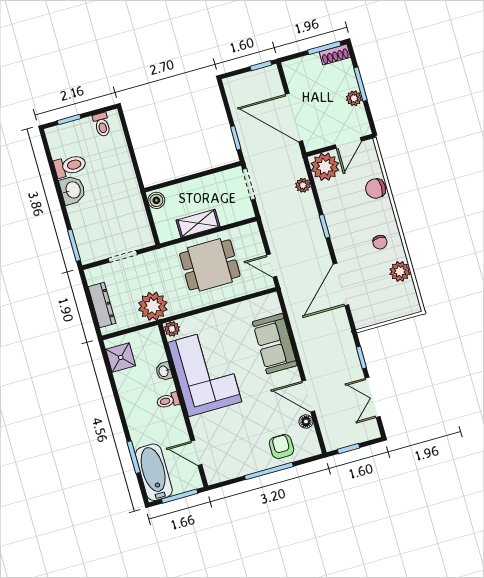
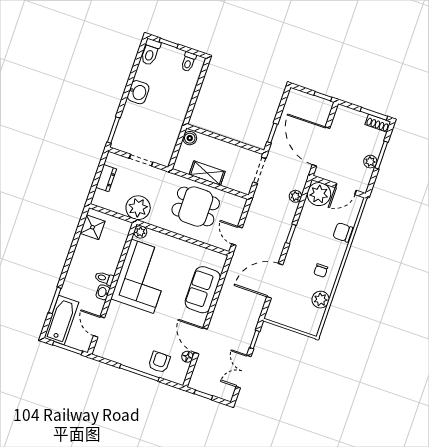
toilet: (70, 166) -> (150, 52), moved, turned 90
dresser: (102, 305) -> (106, 178), width x0.70
washbasin: (164, 371) -> (103, 292), moved

